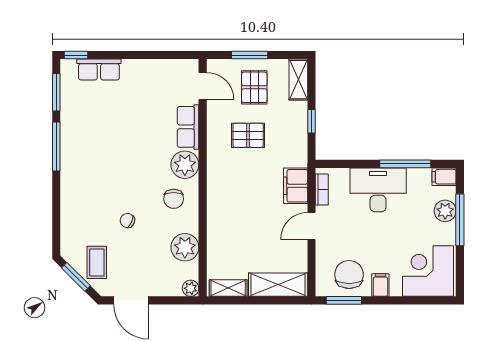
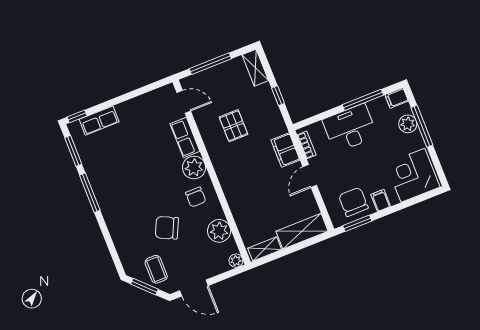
window: (250, 55) -> (210, 64), width x1.44
pallet: (254, 87) -> (224, 87), removed
pallet: (248, 135) -> (234, 126), turned 90
chair: (127, 220) -> (167, 228), width x1.87, depth x1.87

